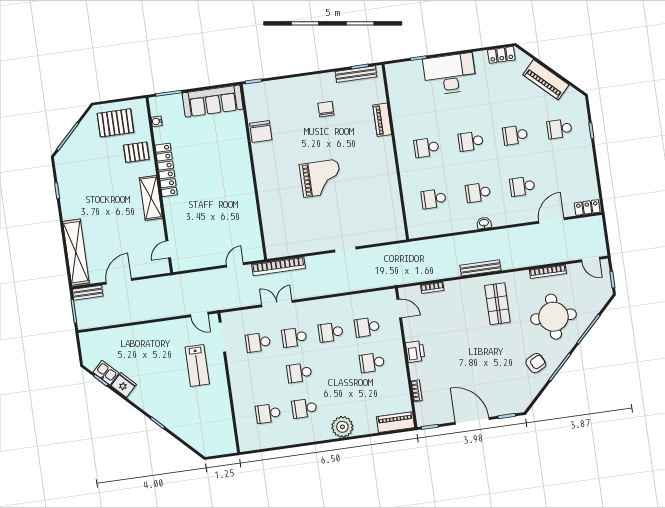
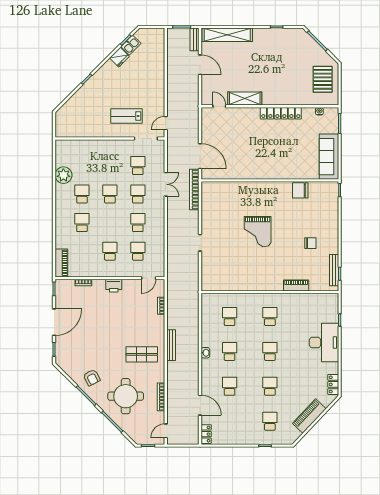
pallet: (136, 152) -> (298, 92), removed
shelving: (151, 198) -> (245, 99), moved
door: (235, 265) -> (200, 156), width x1.88
school desk: (268, 413) -> (82, 223), moved
plant: (342, 427) -> (63, 175), moved

